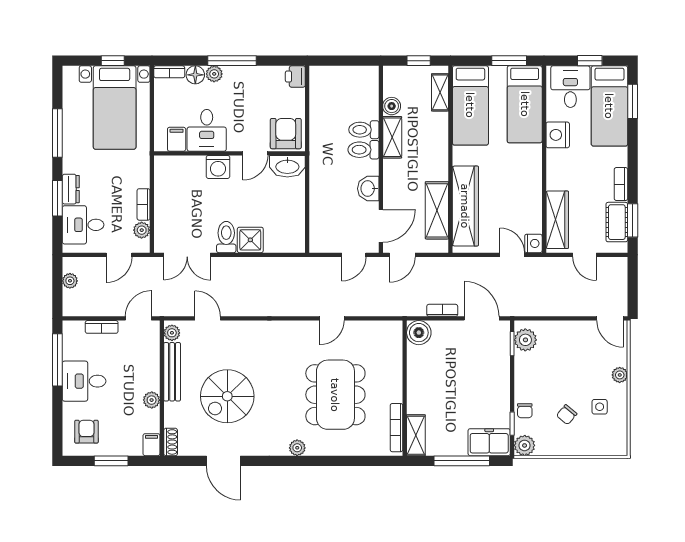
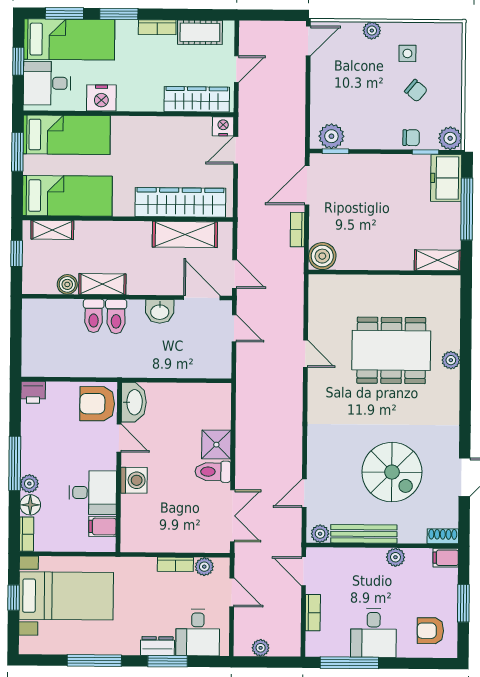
window: (633, 220) -> (119, 14), moved
bookcase: (396, 428) -> (429, 282), removed
plant: (297, 448) -> (451, 360), moved

